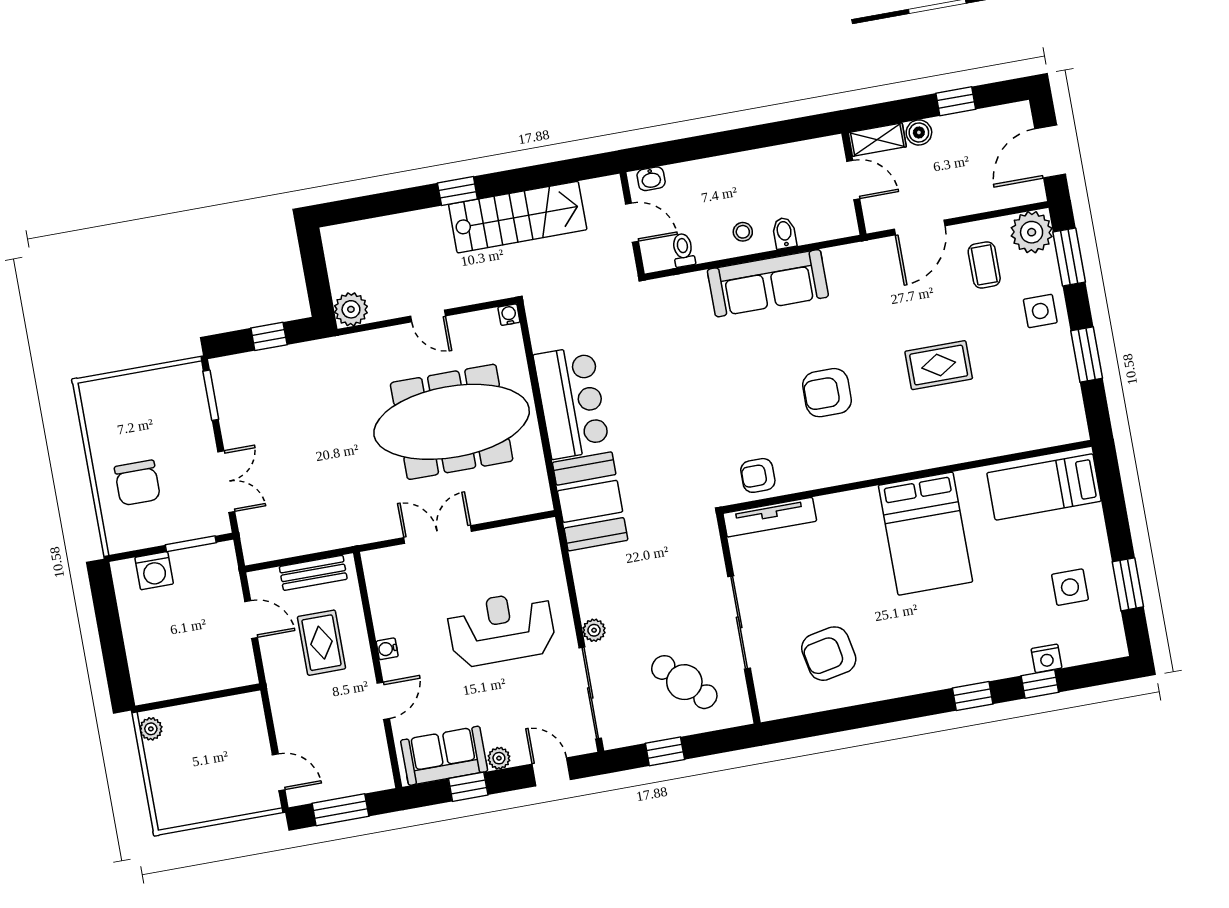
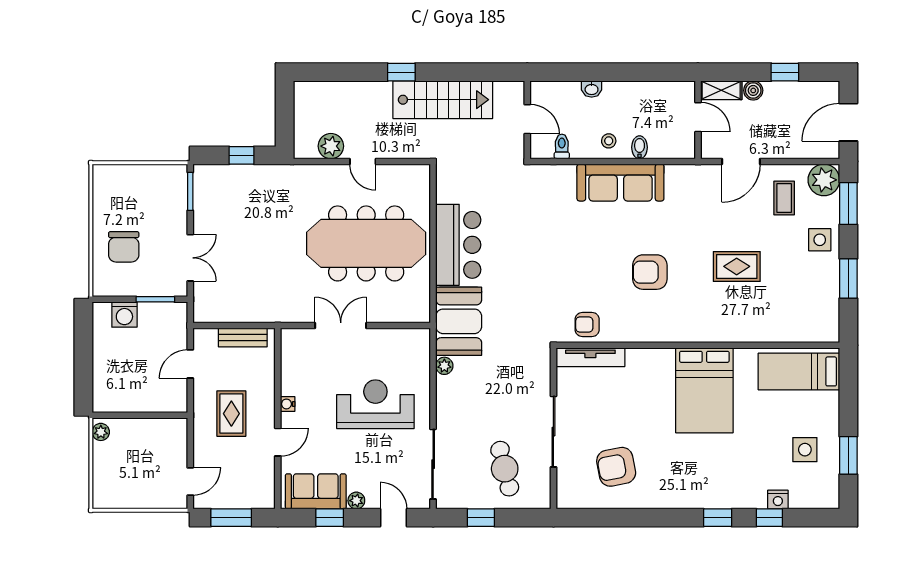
washbasin: (651, 179) -> (592, 89), moved
plant: (351, 309) -> (331, 146), moved
water cooler: (509, 315) -> (423, 171), removed
door: (251, 619) -> (190, 364), swing flipped
plant: (594, 630) -> (444, 366), moved
rug: (321, 643) -> (231, 414), moved
cafe table: (684, 682) -> (505, 469), turned 31
door: (279, 772) -> (190, 481), hinge flipped

